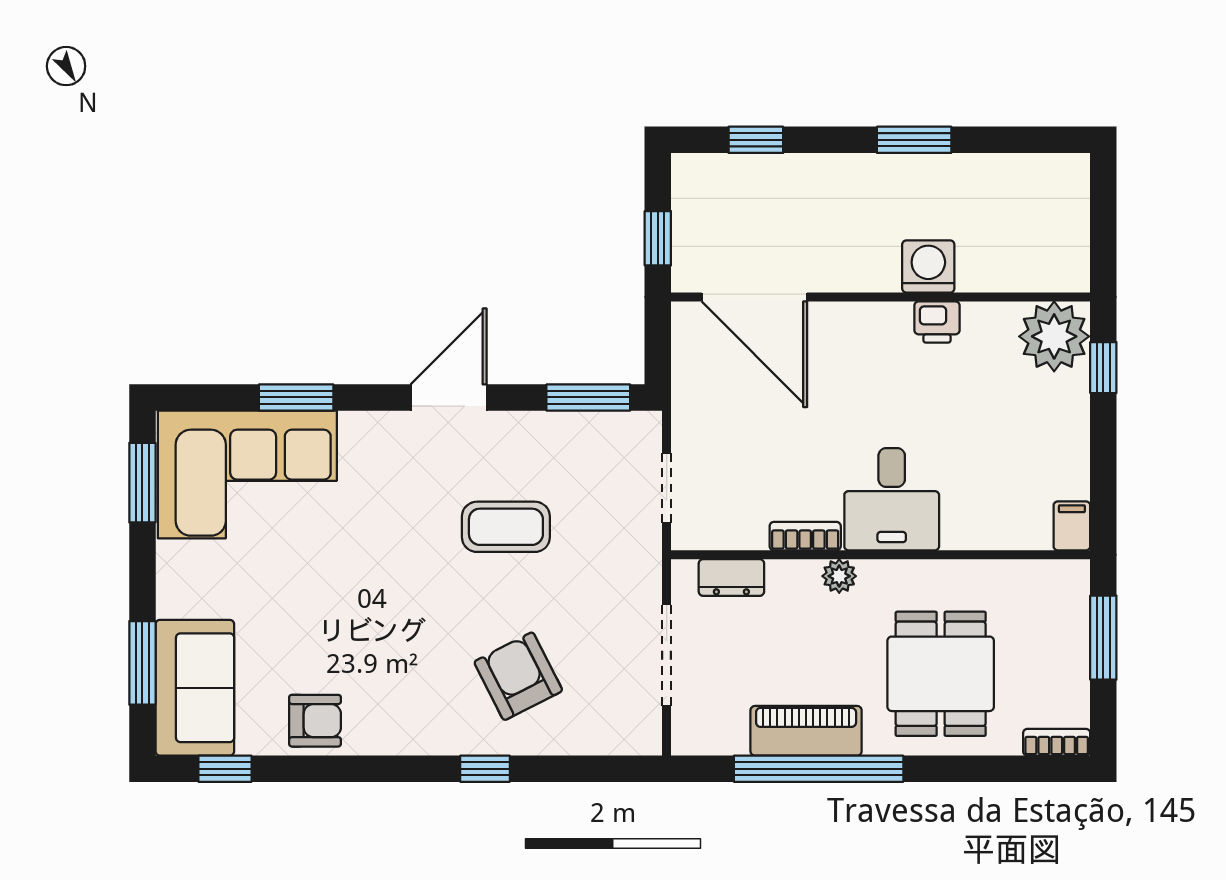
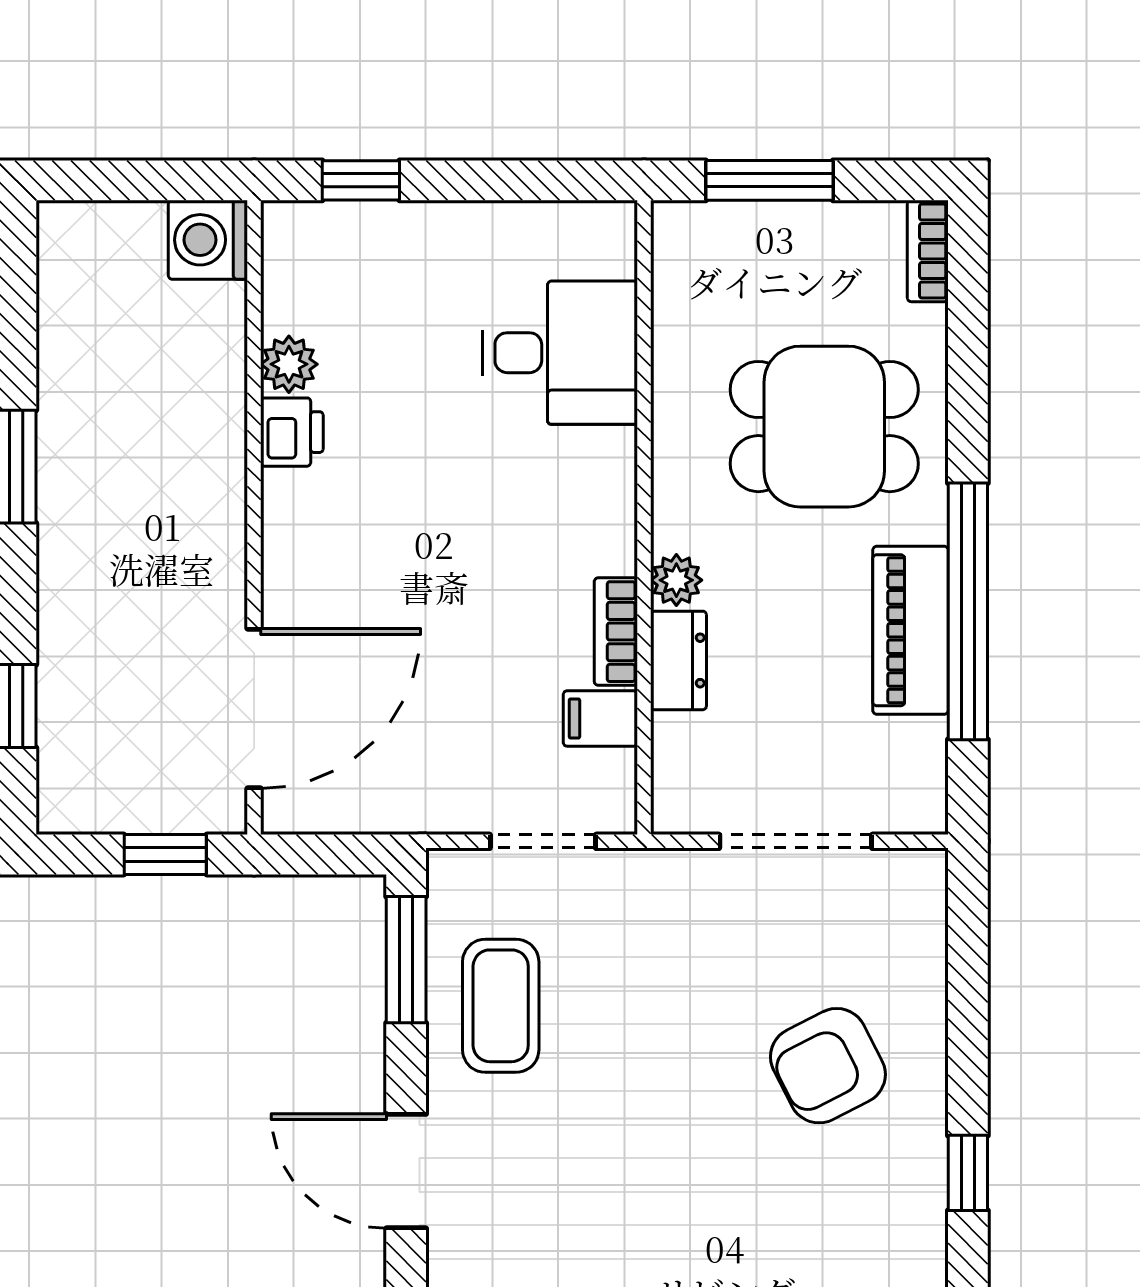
washing machine: (928, 267) -> (208, 240), moved
plant: (1054, 336) -> (289, 364), moved, width x0.53, depth x0.53
desk: (892, 499) -> (560, 353), moved
filing cabinet: (1072, 526) -> (600, 718), moved
coffee table: (506, 527) -> (501, 1006), moved
dresser: (731, 577) -> (678, 660), moved
window: (485, 769) -> (968, 1173), moved

